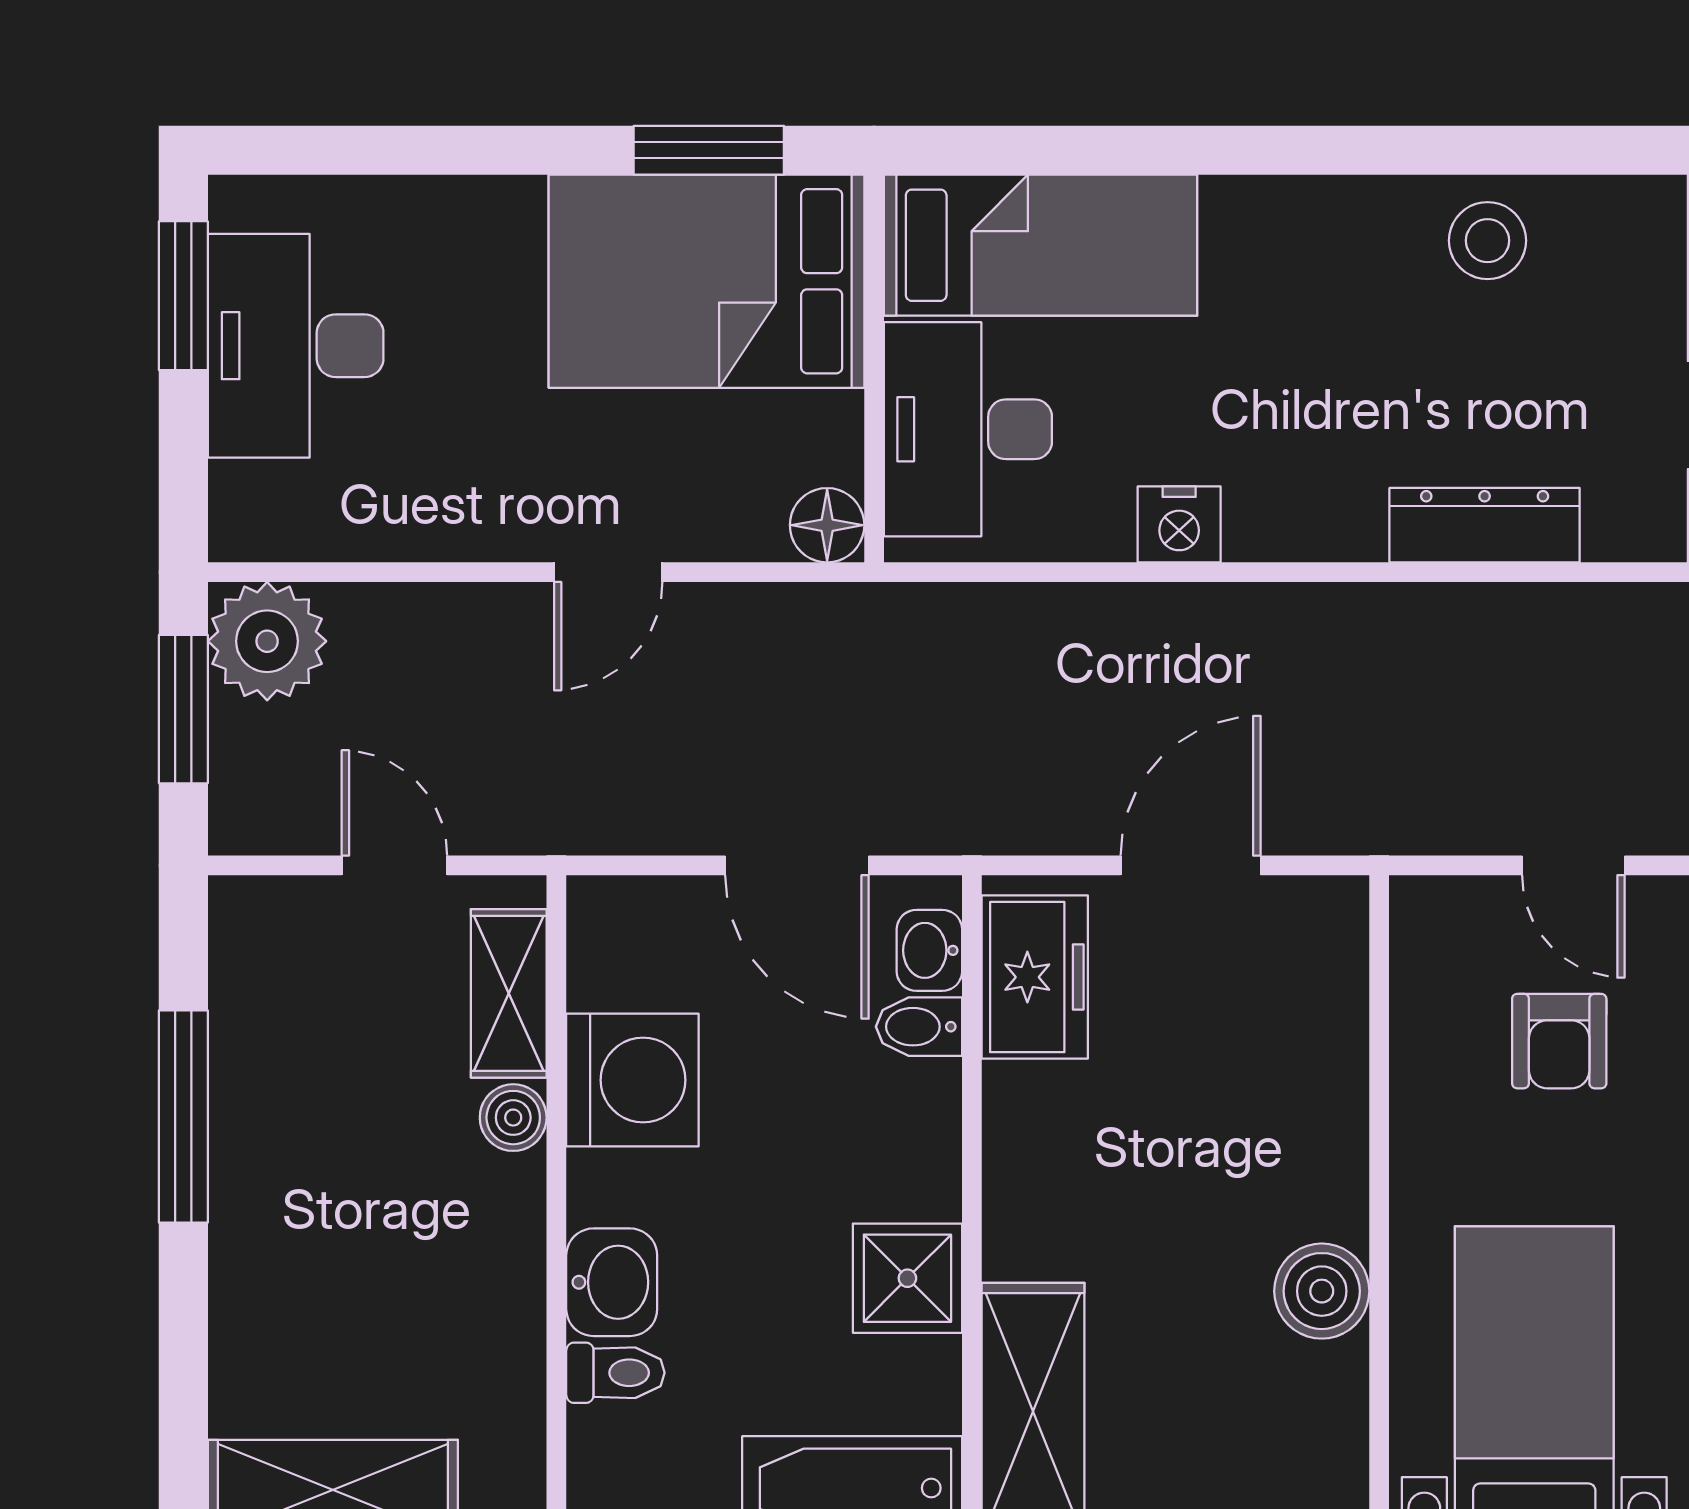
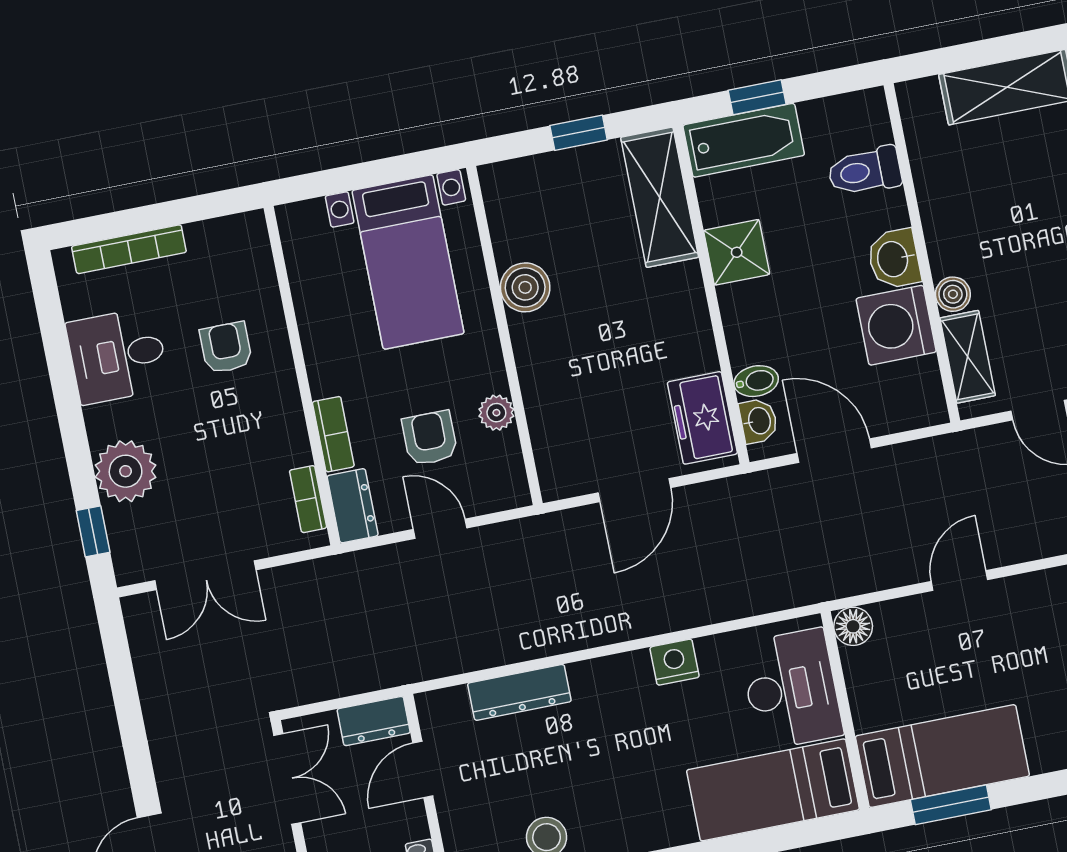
bed: (706, 281) -> (942, 756), width x0.67
plant: (1423, 1064) -> (496, 413), added
washbasin: (612, 1282) -> (894, 259), moved
toilet: (615, 1373) -> (865, 171), width x1.37, depth x1.39

